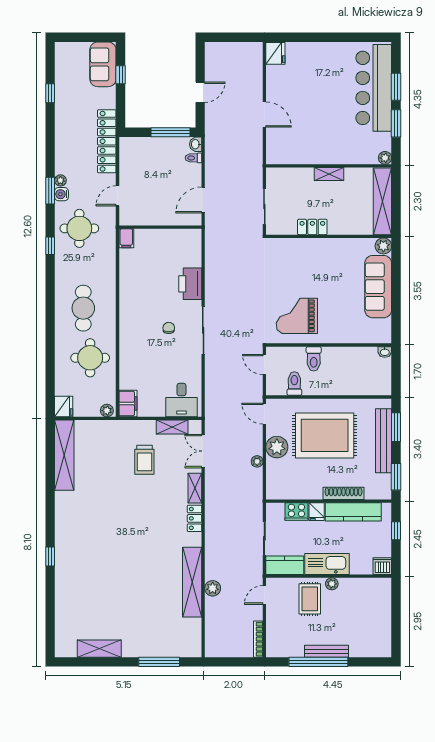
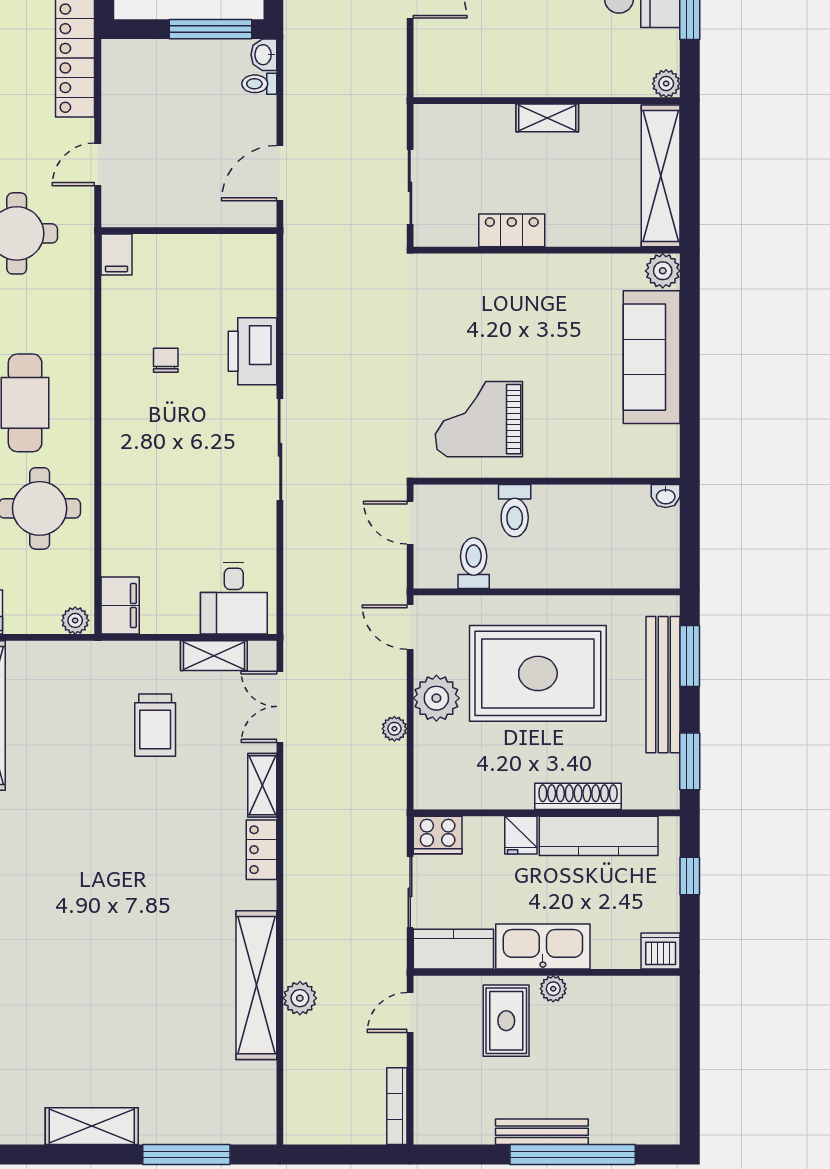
chair: (169, 328) -> (166, 360), moved
cooker: (296, 512) -> (438, 835), moved
shelving: (99, 649) -> (92, 1126), moved
window: (318, 662) -> (573, 1155), moved

